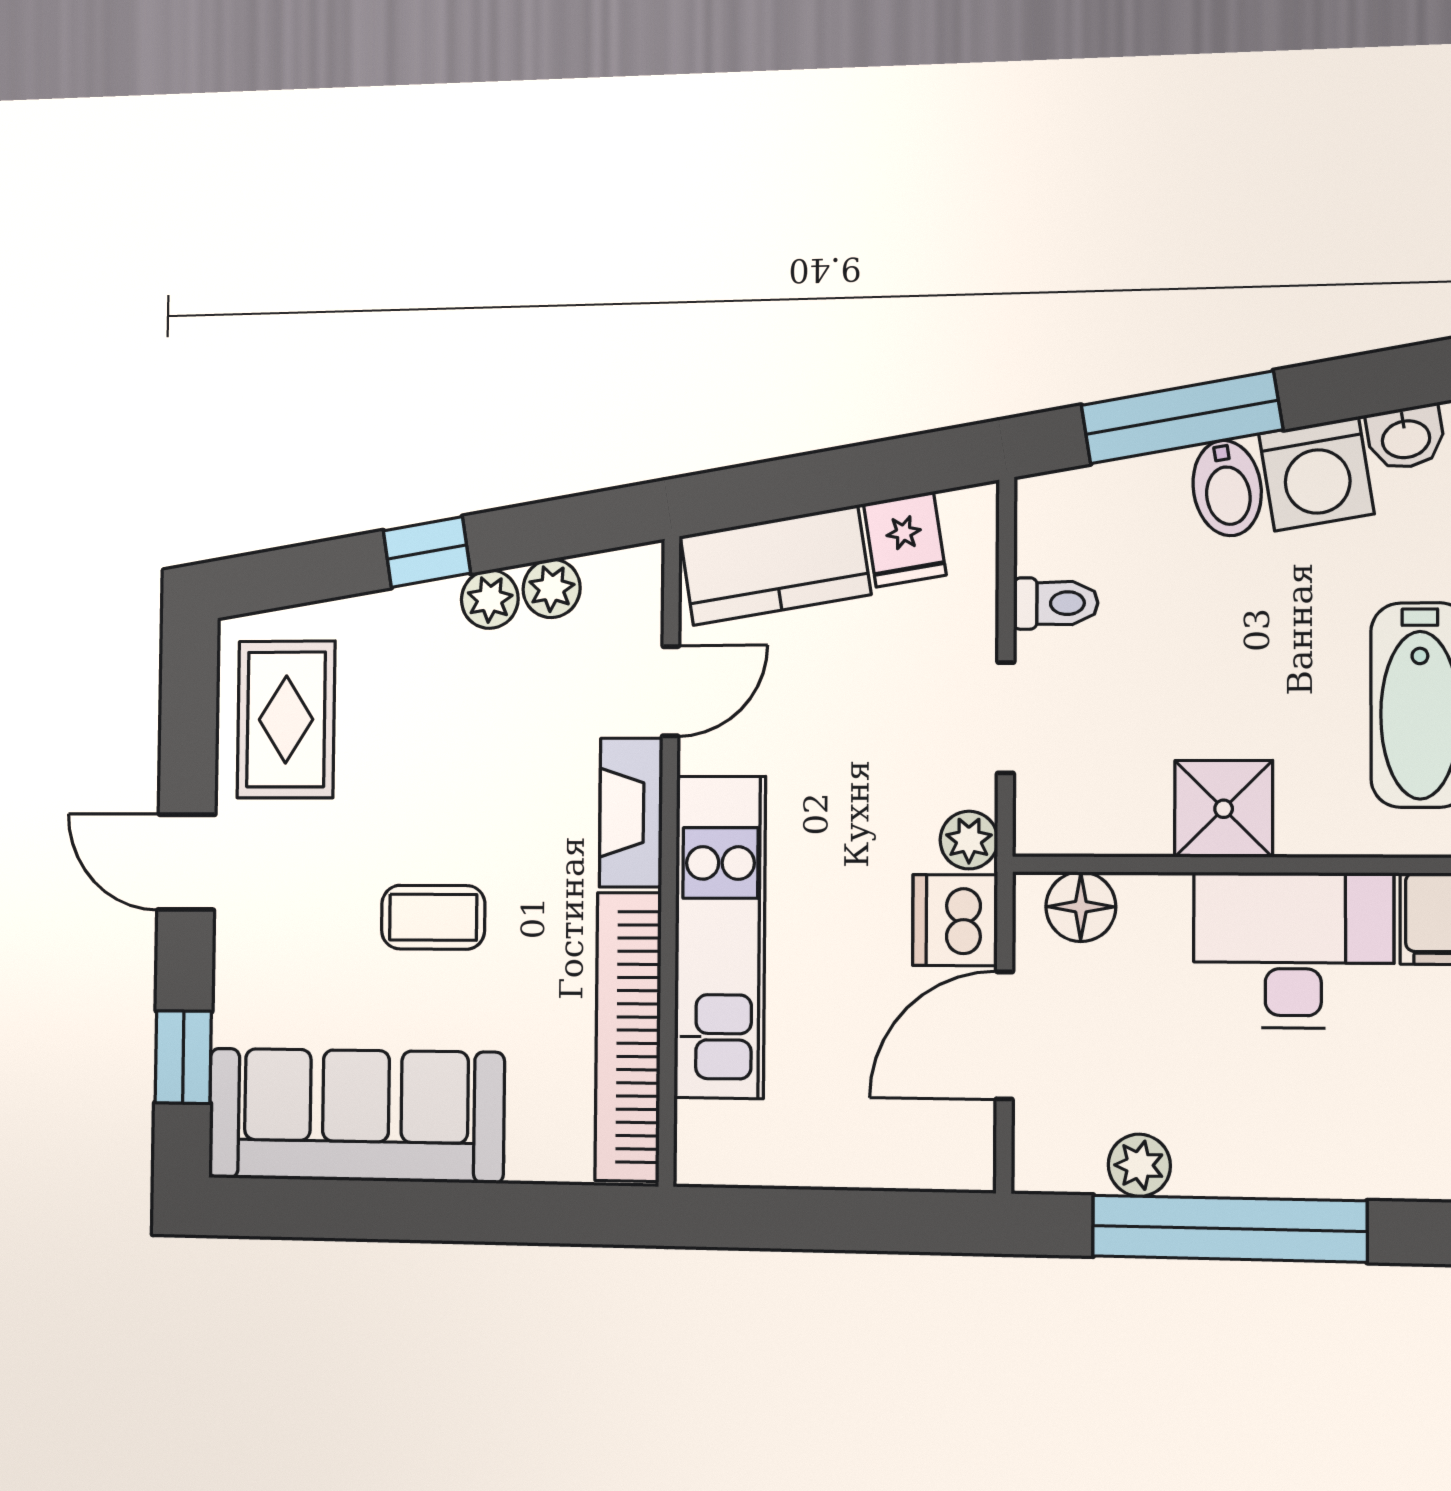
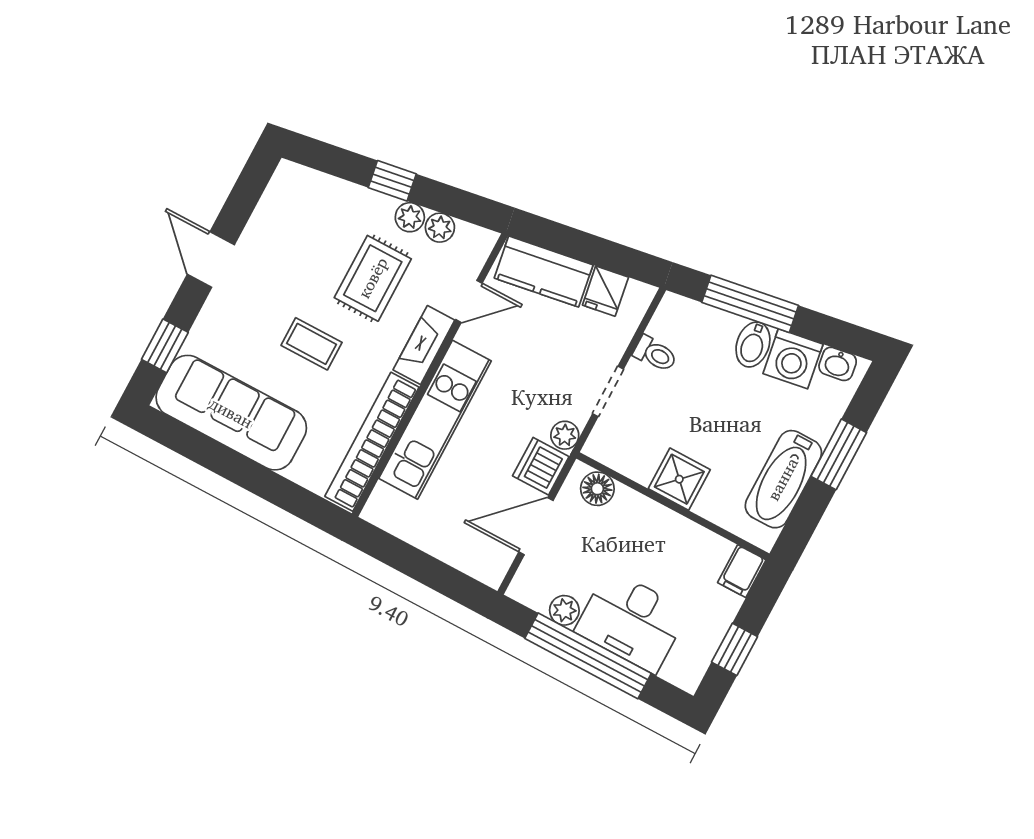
rug: (286, 719) -> (373, 278), moved
desk: (1293, 950) -> (632, 621), moved, turned 180

